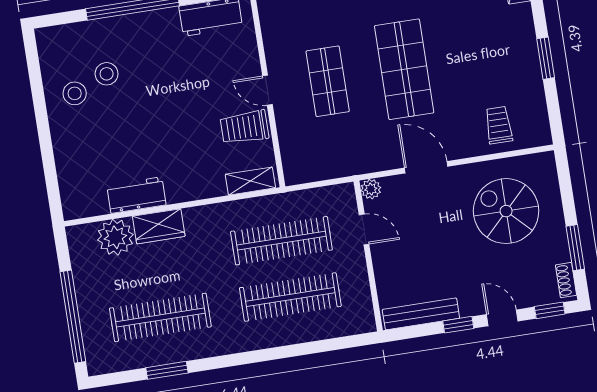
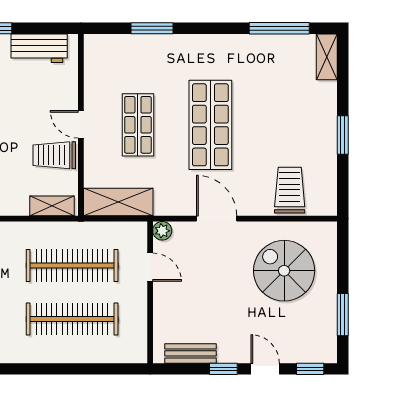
trolley: (499, 125) -> (290, 190), width x1.36, depth x1.39
shelving: (320, 166) -> (118, 202), added
shoe rack: (566, 280) -> (330, 343), removed
bench: (421, 314) -> (190, 353), width x0.73

